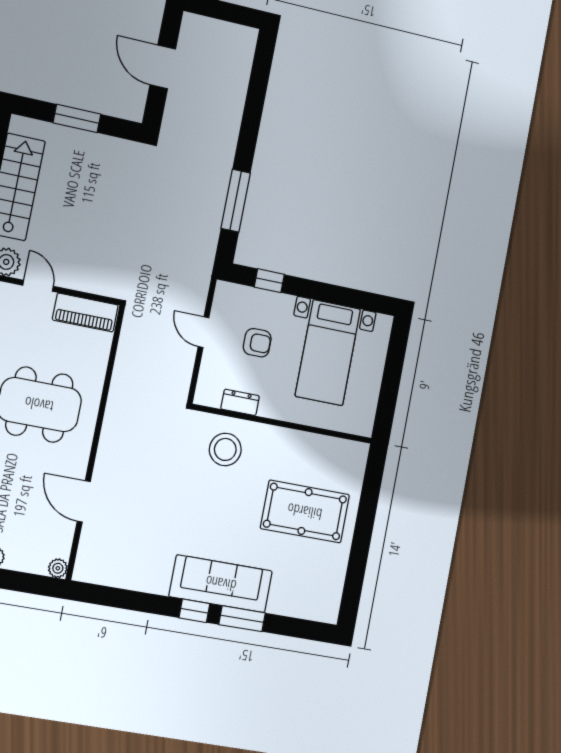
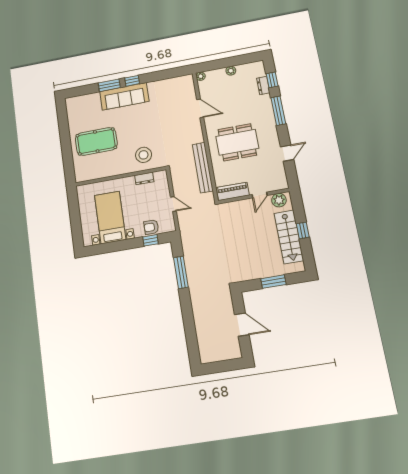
door: (38, 286) -> (260, 195), hinge flipped
armchair: (257, 343) -> (151, 227), moved
bench: (123, 381) -> (203, 168), added

